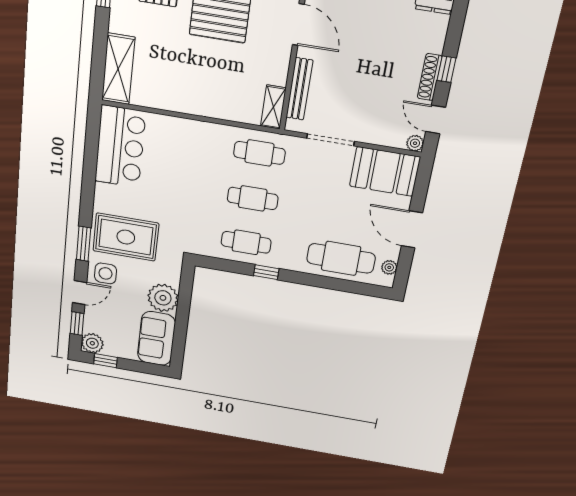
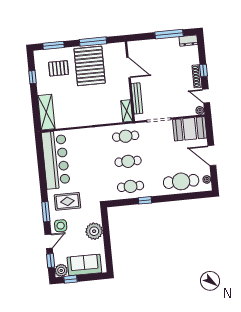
bar counter: (120, 147) -> (56, 160), width x1.36
rug: (126, 237) -> (67, 201), width x0.73, depth x0.70
sofa: (156, 339) -> (84, 265), moved, turned 90

